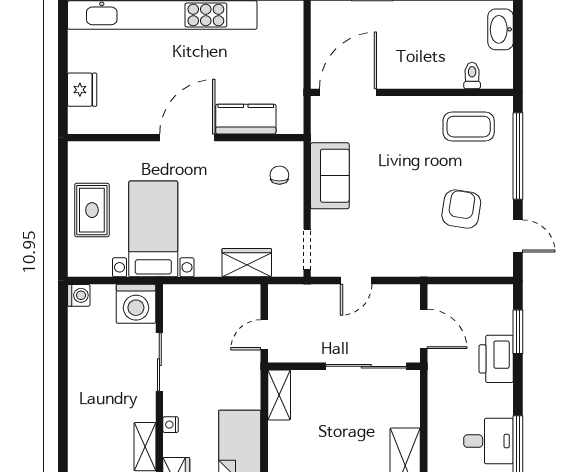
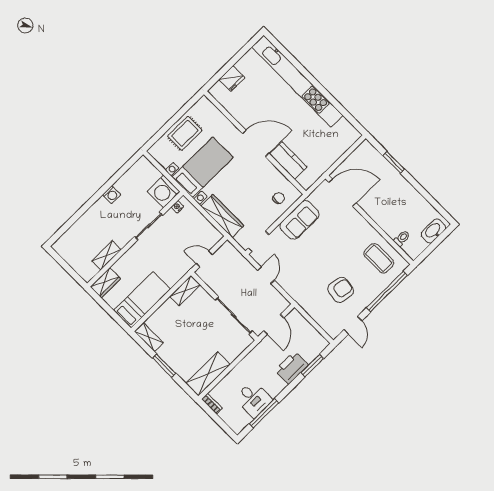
wardrobe: (247, 263) -> (222, 216), width x1.50
door: (356, 281) -> (266, 275), swing flipped
washing machine: (79, 295) -> (112, 195), moved
nightstand: (171, 425) -> (177, 207), moved

